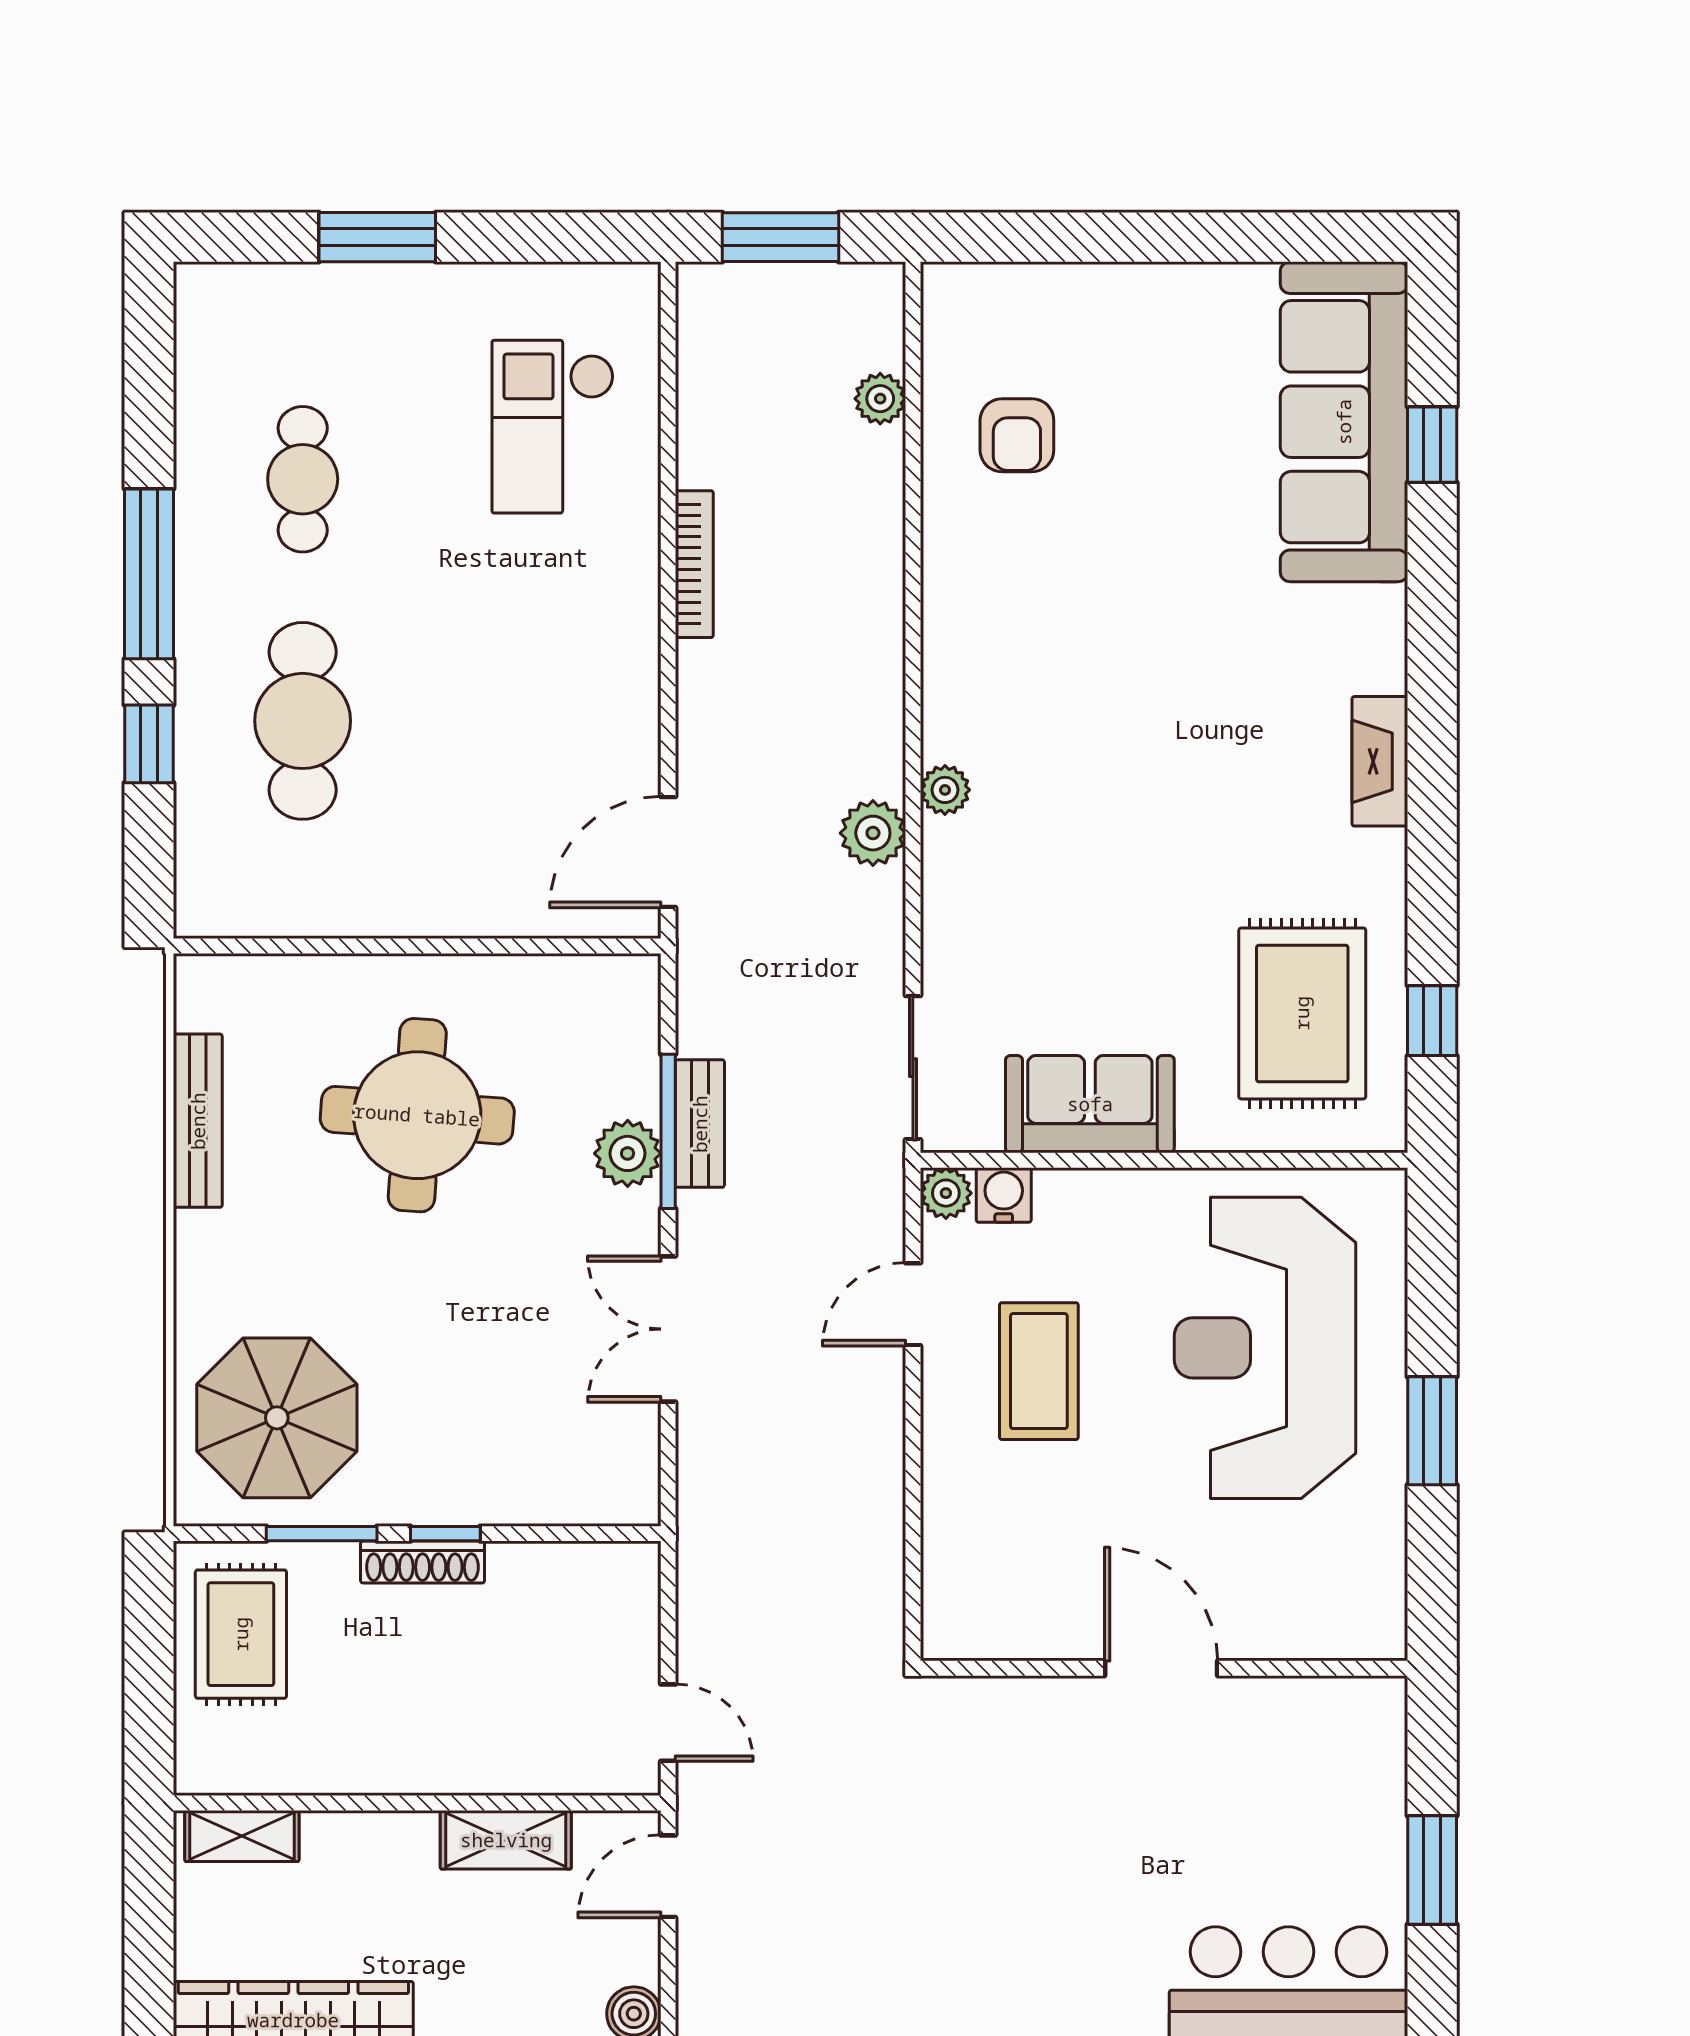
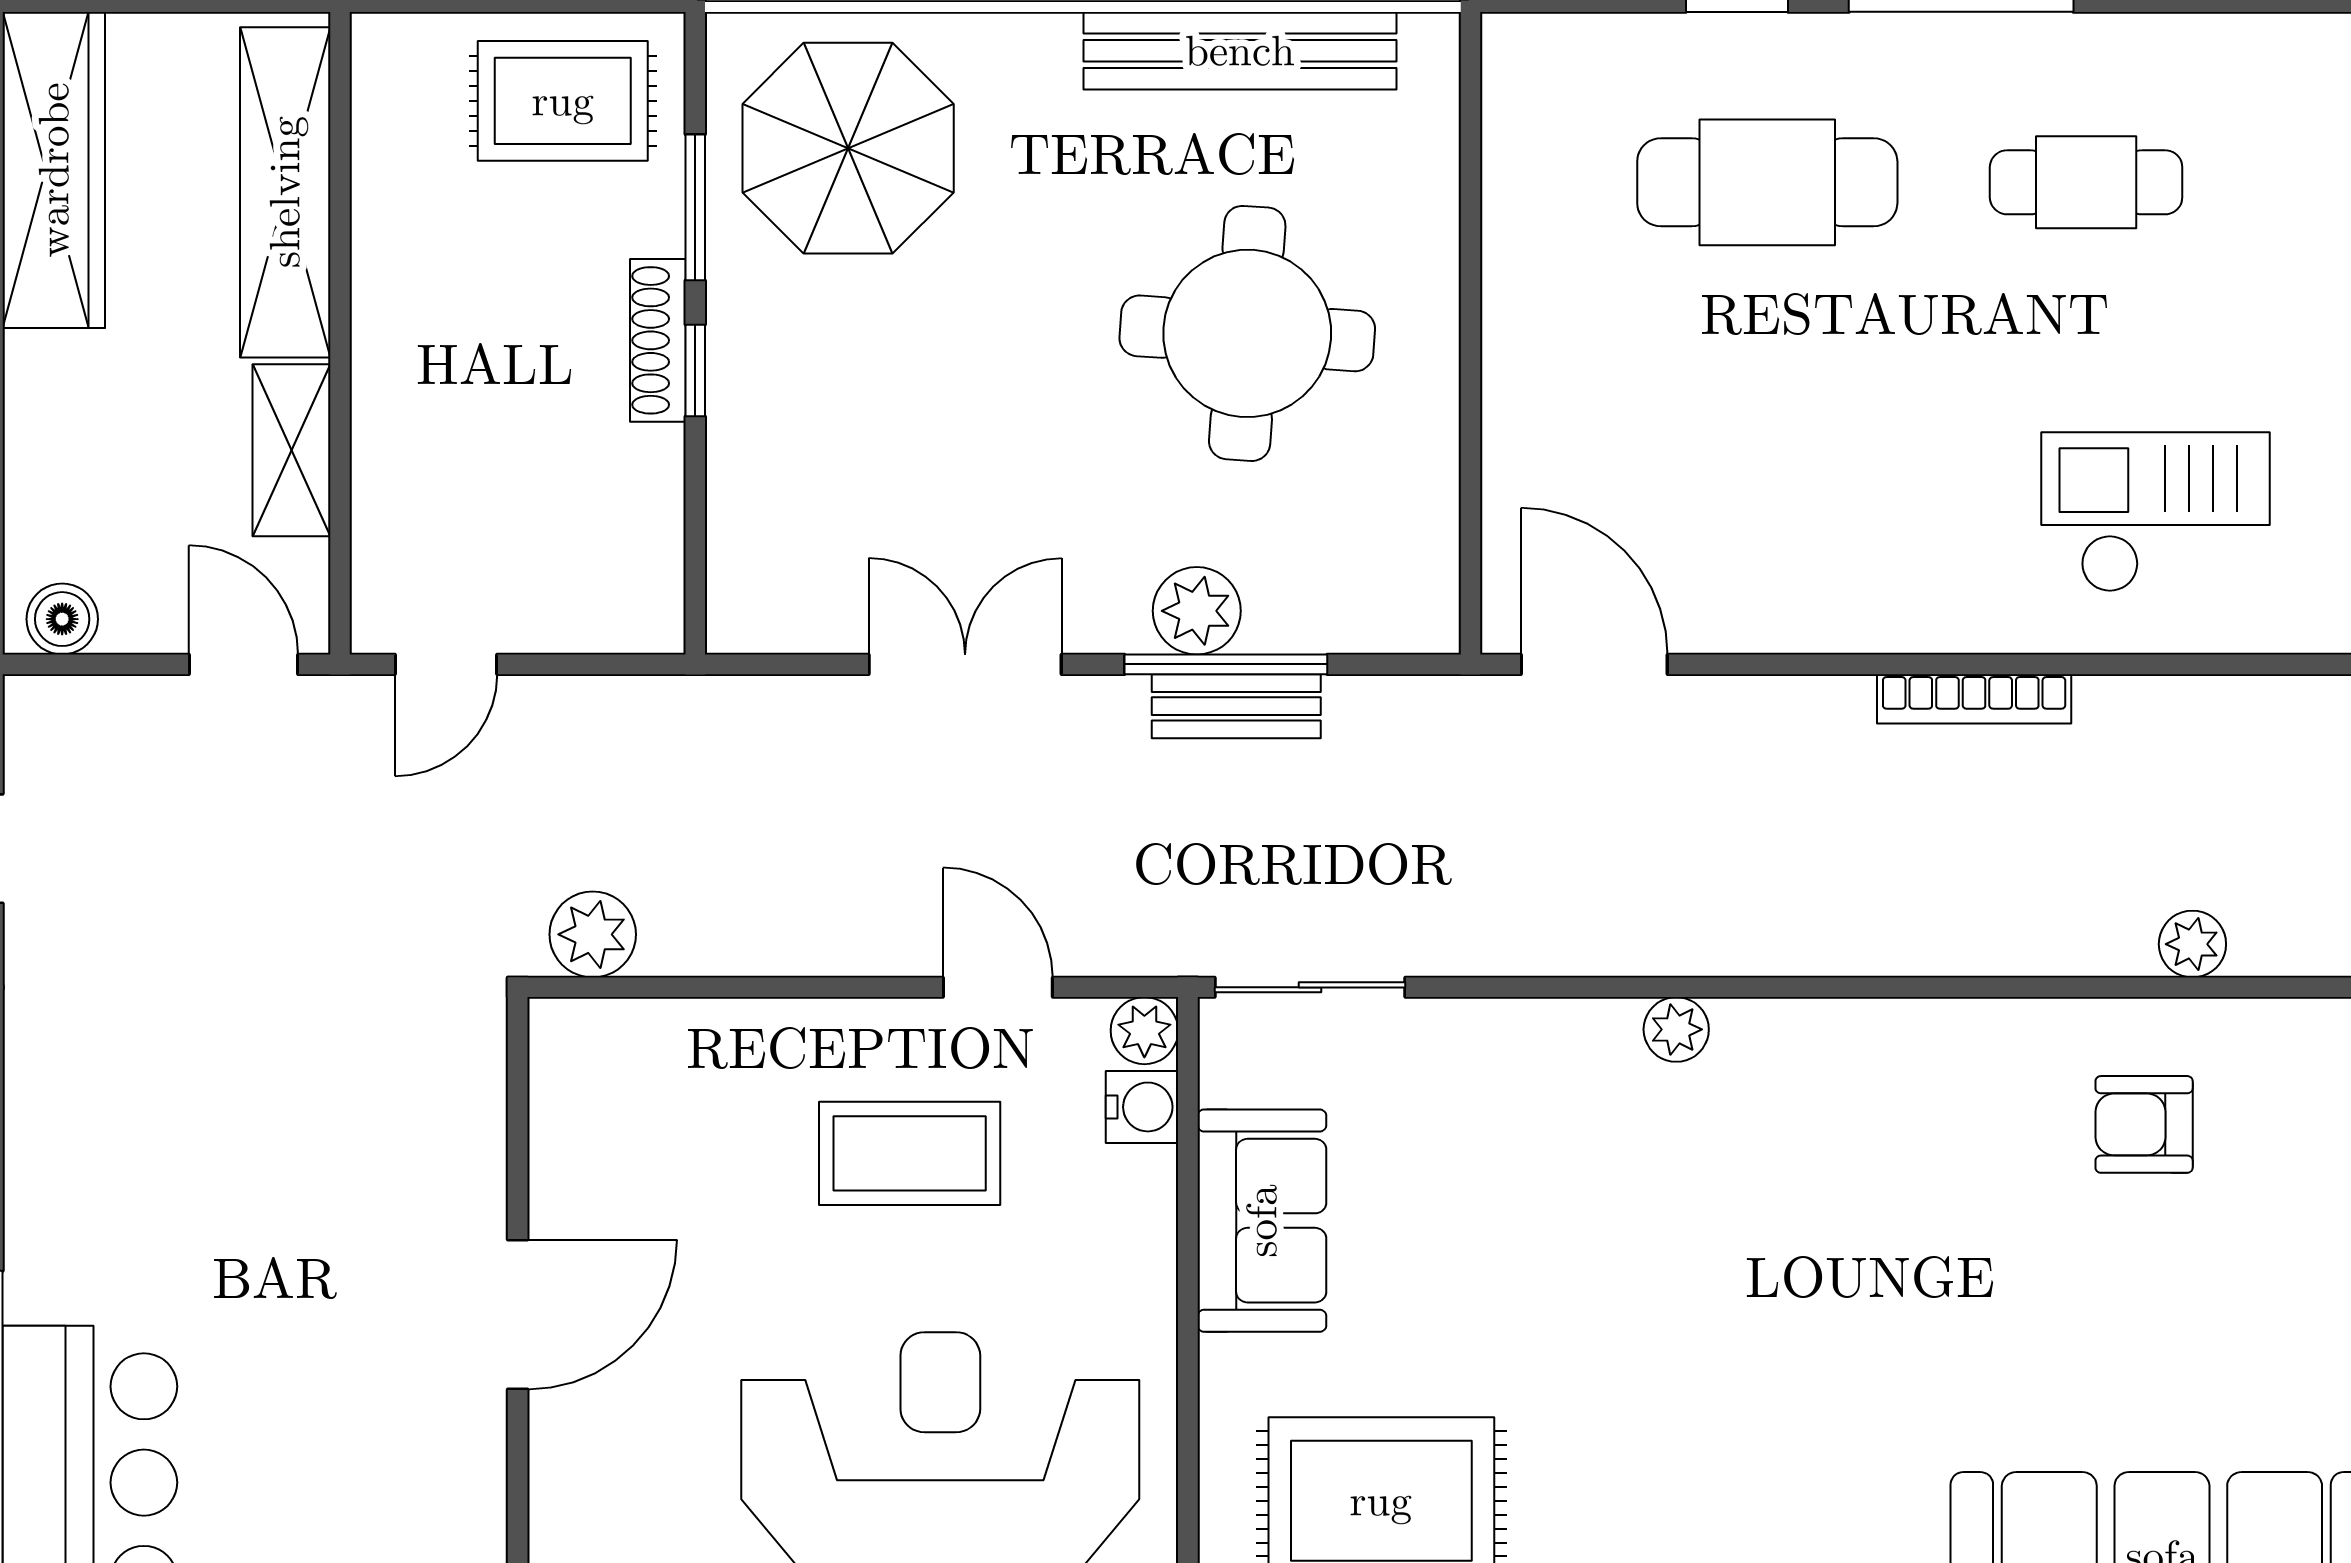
plant: (873, 833) -> (593, 934), moved
bench: (198, 1121) -> (1240, 51), width x1.37, depth x1.21
shelving: (242, 1836) -> (285, 192), width x2.20, depth x1.33

